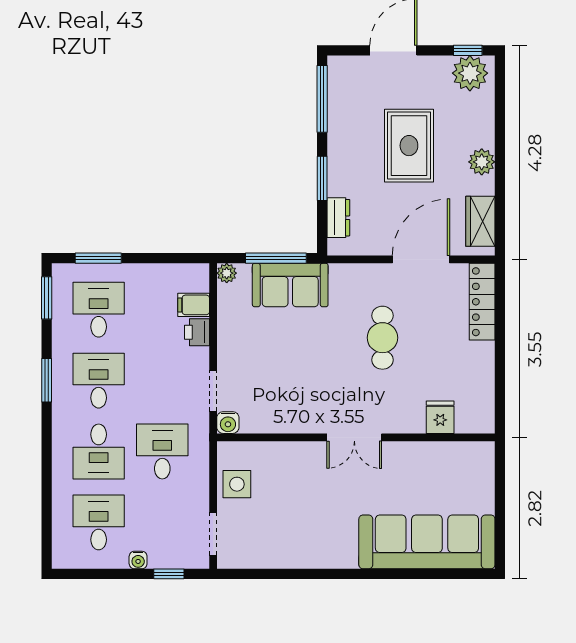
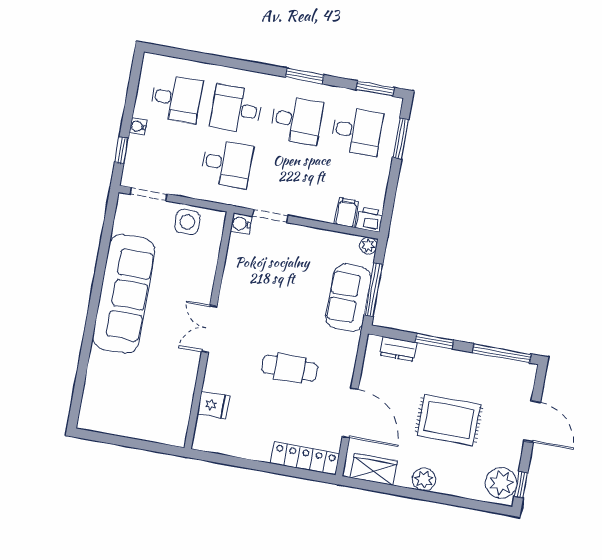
printer: (197, 332) -> (369, 220), moved
sofa: (427, 542) -> (124, 294), moved

